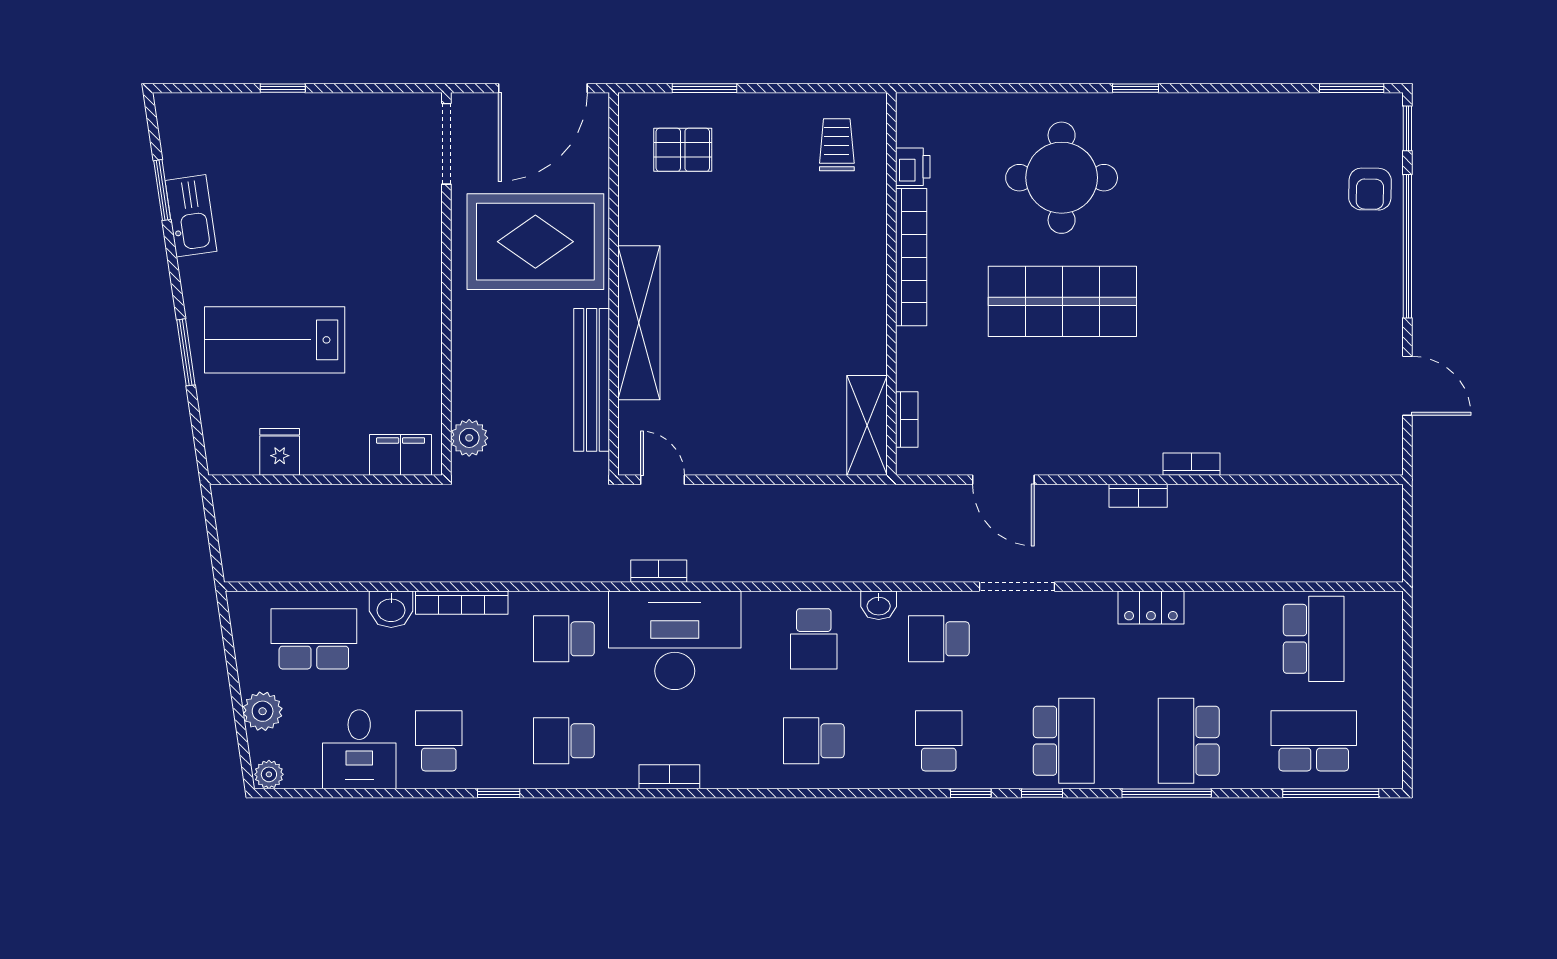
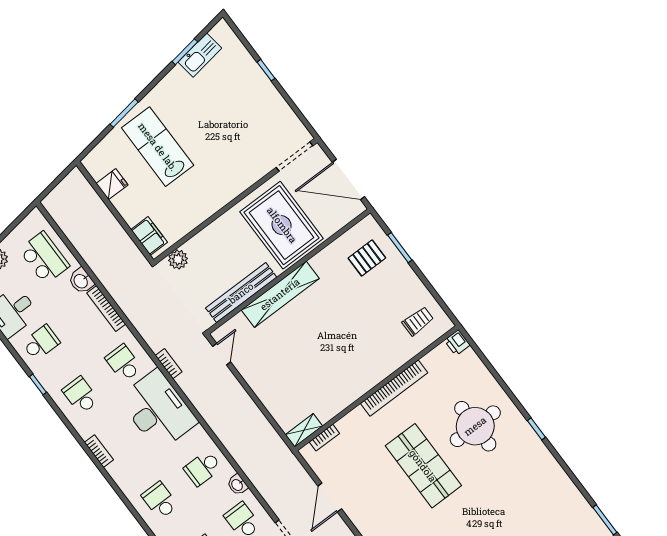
pallet: (683, 150) -> (367, 258), turned 90
printer: (913, 167) -> (457, 343), moved, turned 90
kitchen sink: (191, 216) -> (200, 55), moved
shelving: (867, 425) -> (304, 430), width x0.67, depth x0.75
bookcase: (659, 571) -> (169, 364), moved

